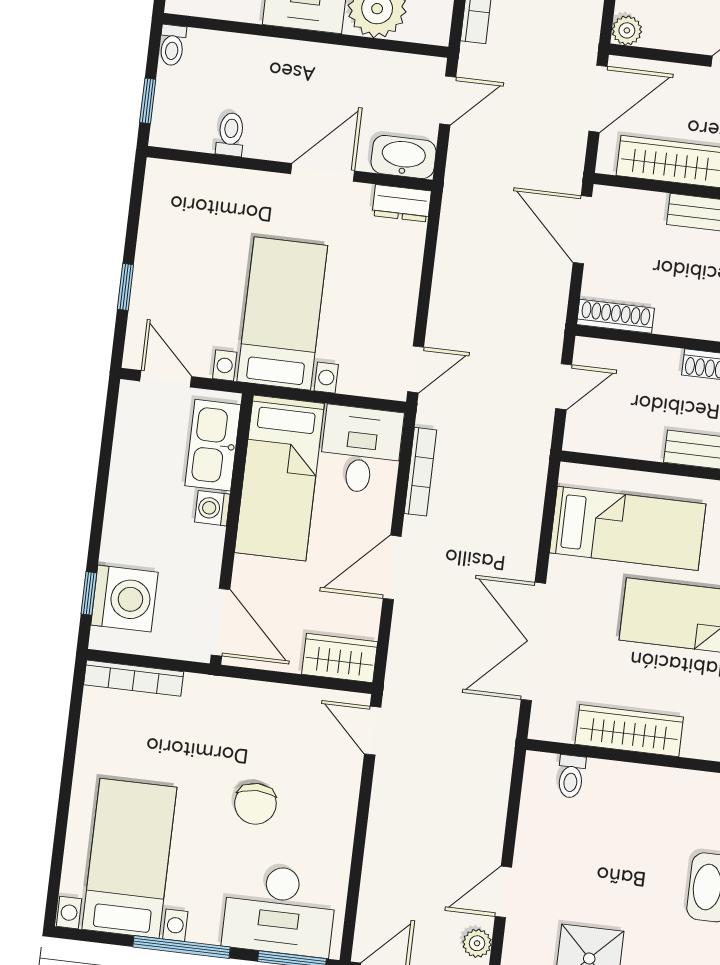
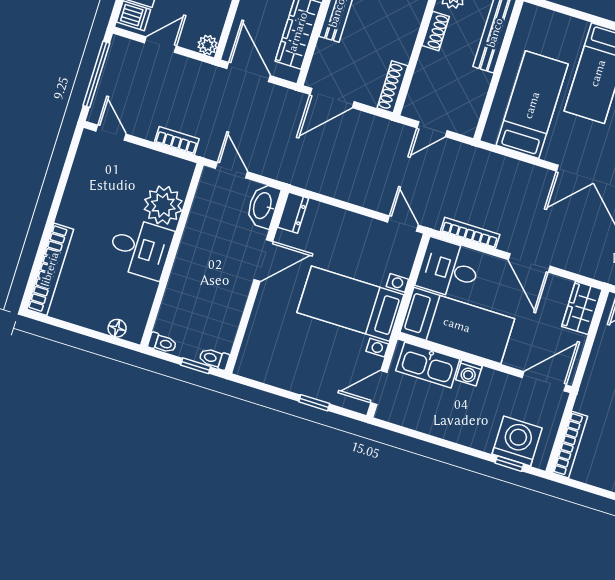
toilet: (231, 134) -> (214, 359), moved
door: (323, 172) -> (263, 260), swing flipped
door: (564, 387) -> (432, 129), swing flipped

